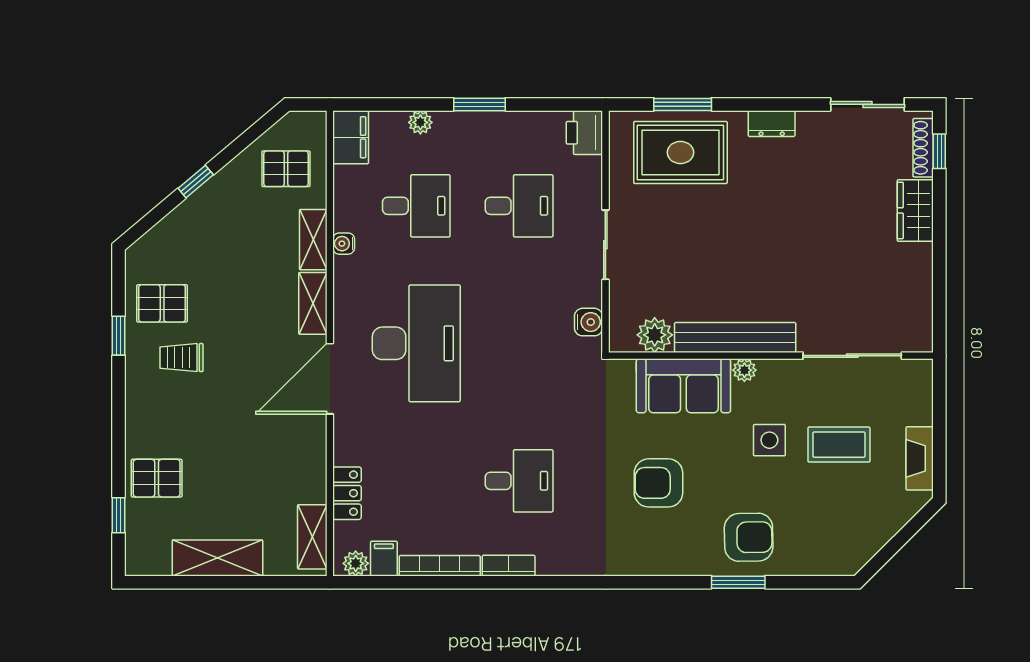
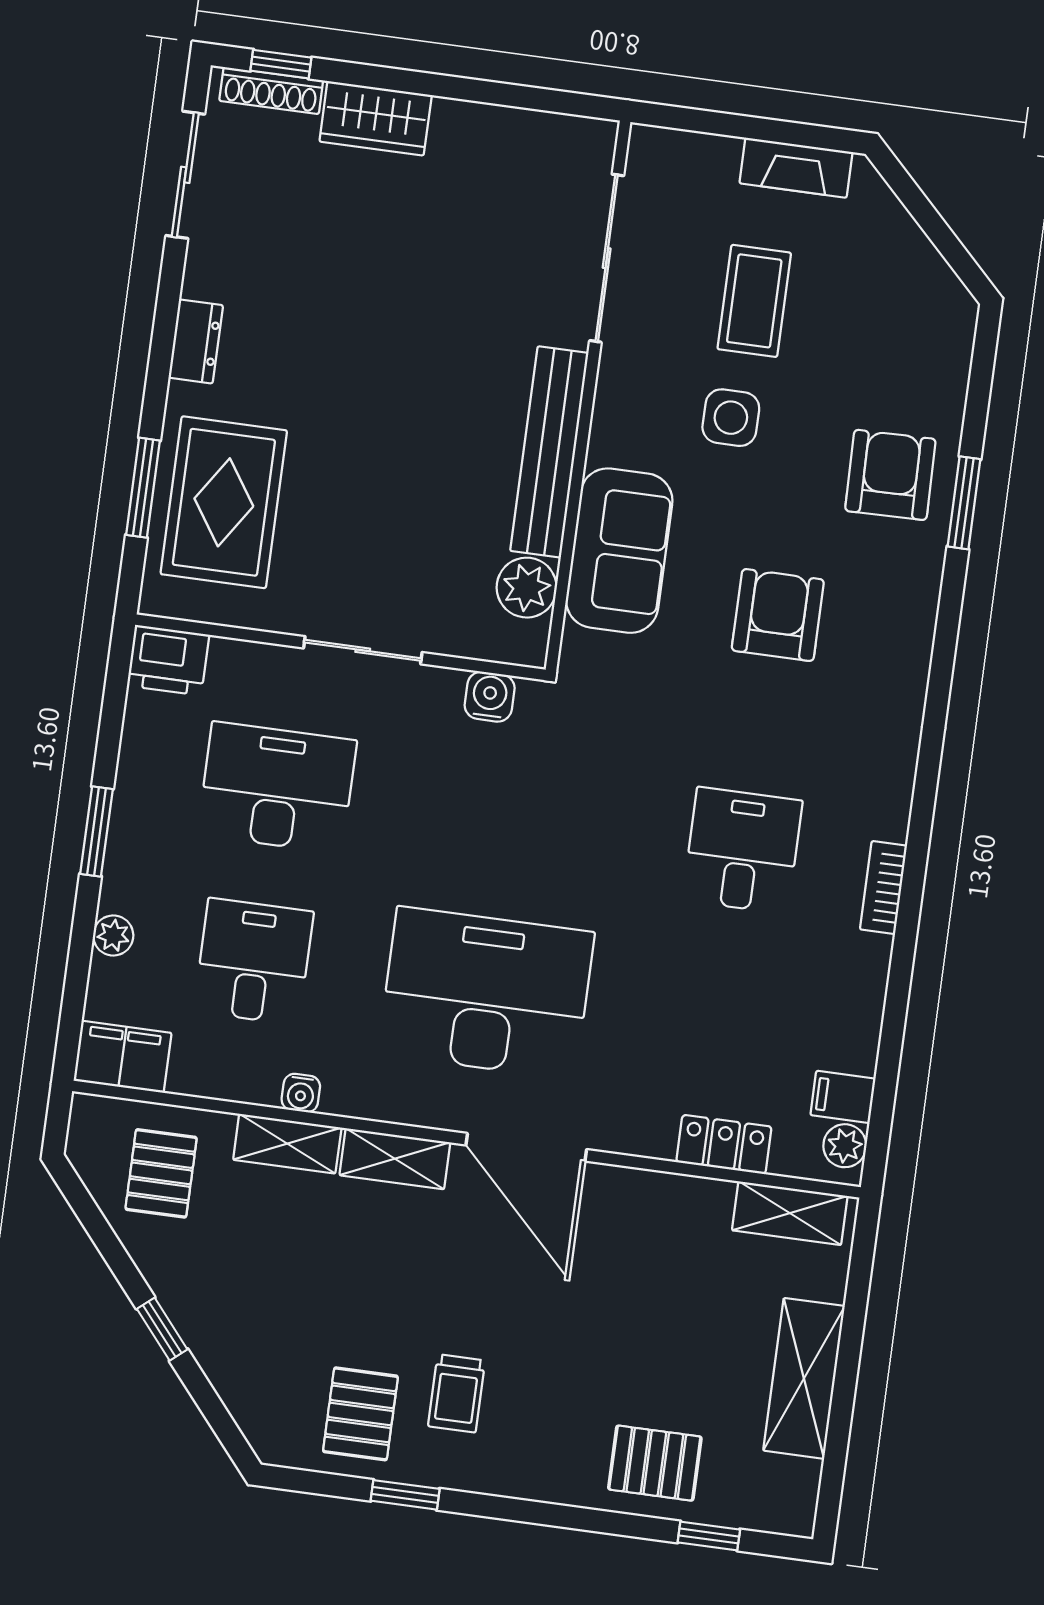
desk: (519, 206) -> (277, 788), width x1.37
plant: (744, 370) -> (607, 444), removed
pallet: (157, 478) -> (655, 1463), turned 90
armchair: (658, 483) -> (778, 615), turned 180
bookcase: (440, 566) -> (868, 1004), removed

